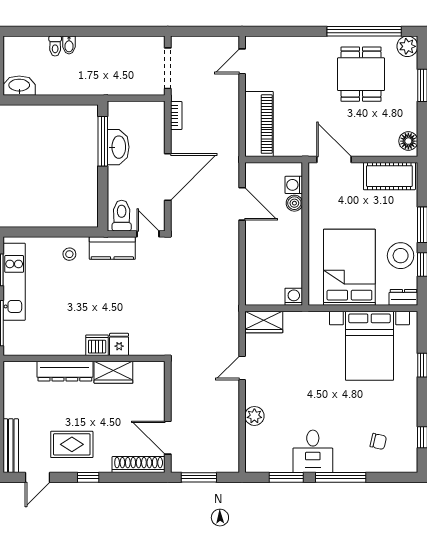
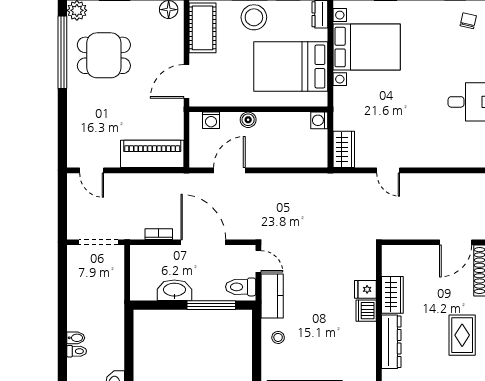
bookcase: (176, 115) -> (159, 234), moved
window: (103, 141) -> (211, 305), moved
boiler: (294, 203) -> (248, 120), moved
door: (148, 234) -> (258, 261), swing flipped
stool: (401, 256) -> (254, 17), moved
plant: (254, 416) -> (435, 158), removed
chair: (378, 441) -> (468, 21), moved

